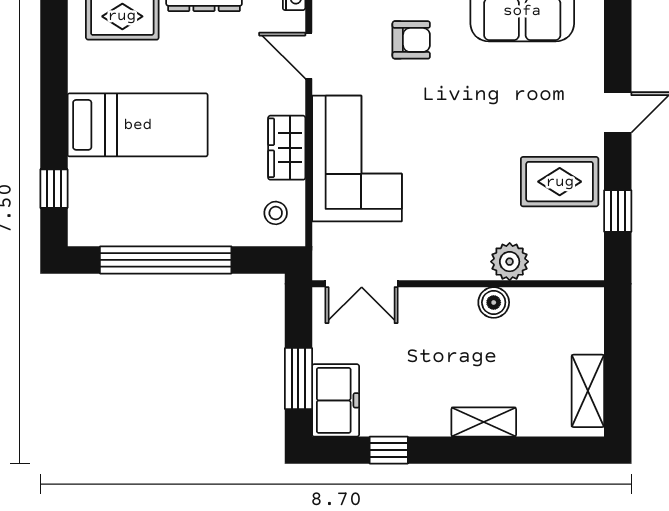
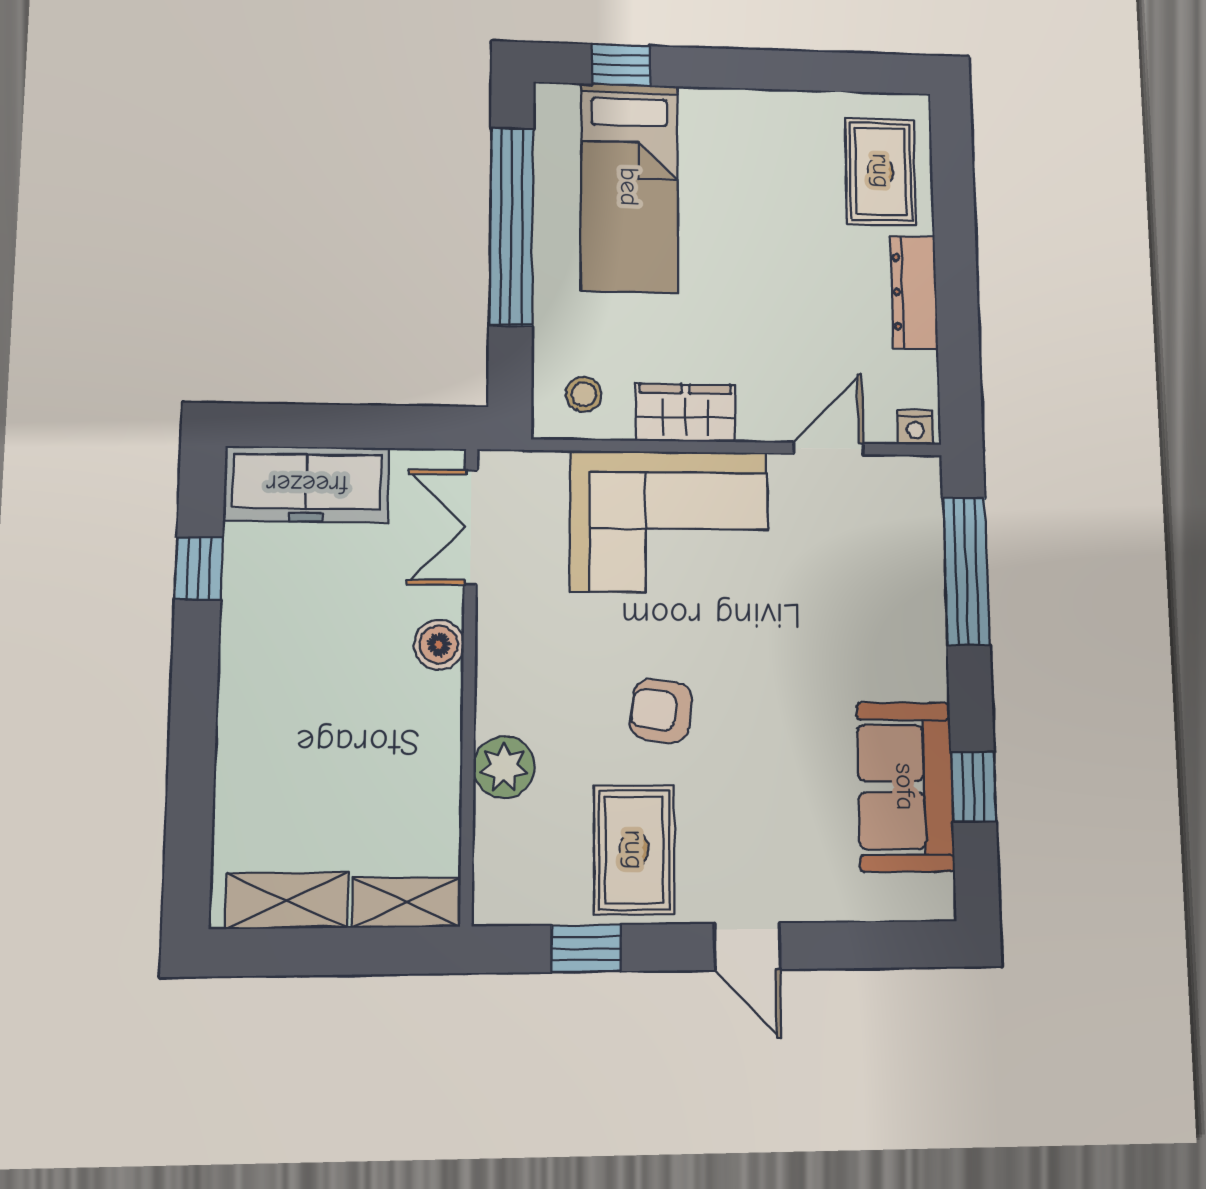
armchair: (411, 40) -> (661, 711), moved, turned 98
bed: (138, 125) -> (629, 187), moved
boiler: (494, 302) -> (439, 645), moved
window: (298, 379) -> (320, 426), removed
freezer: (336, 400) -> (307, 484), width x1.40
shelving: (484, 422) -> (407, 902), moved, turned 90

